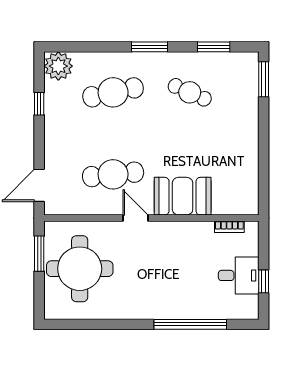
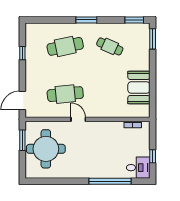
window: (214, 47) -> (134, 20), moved
plant: (58, 66) -> (33, 31), removed
booth: (183, 196) -> (139, 87), moved, turned 90
desk: (239, 275) -> (138, 168), moved

